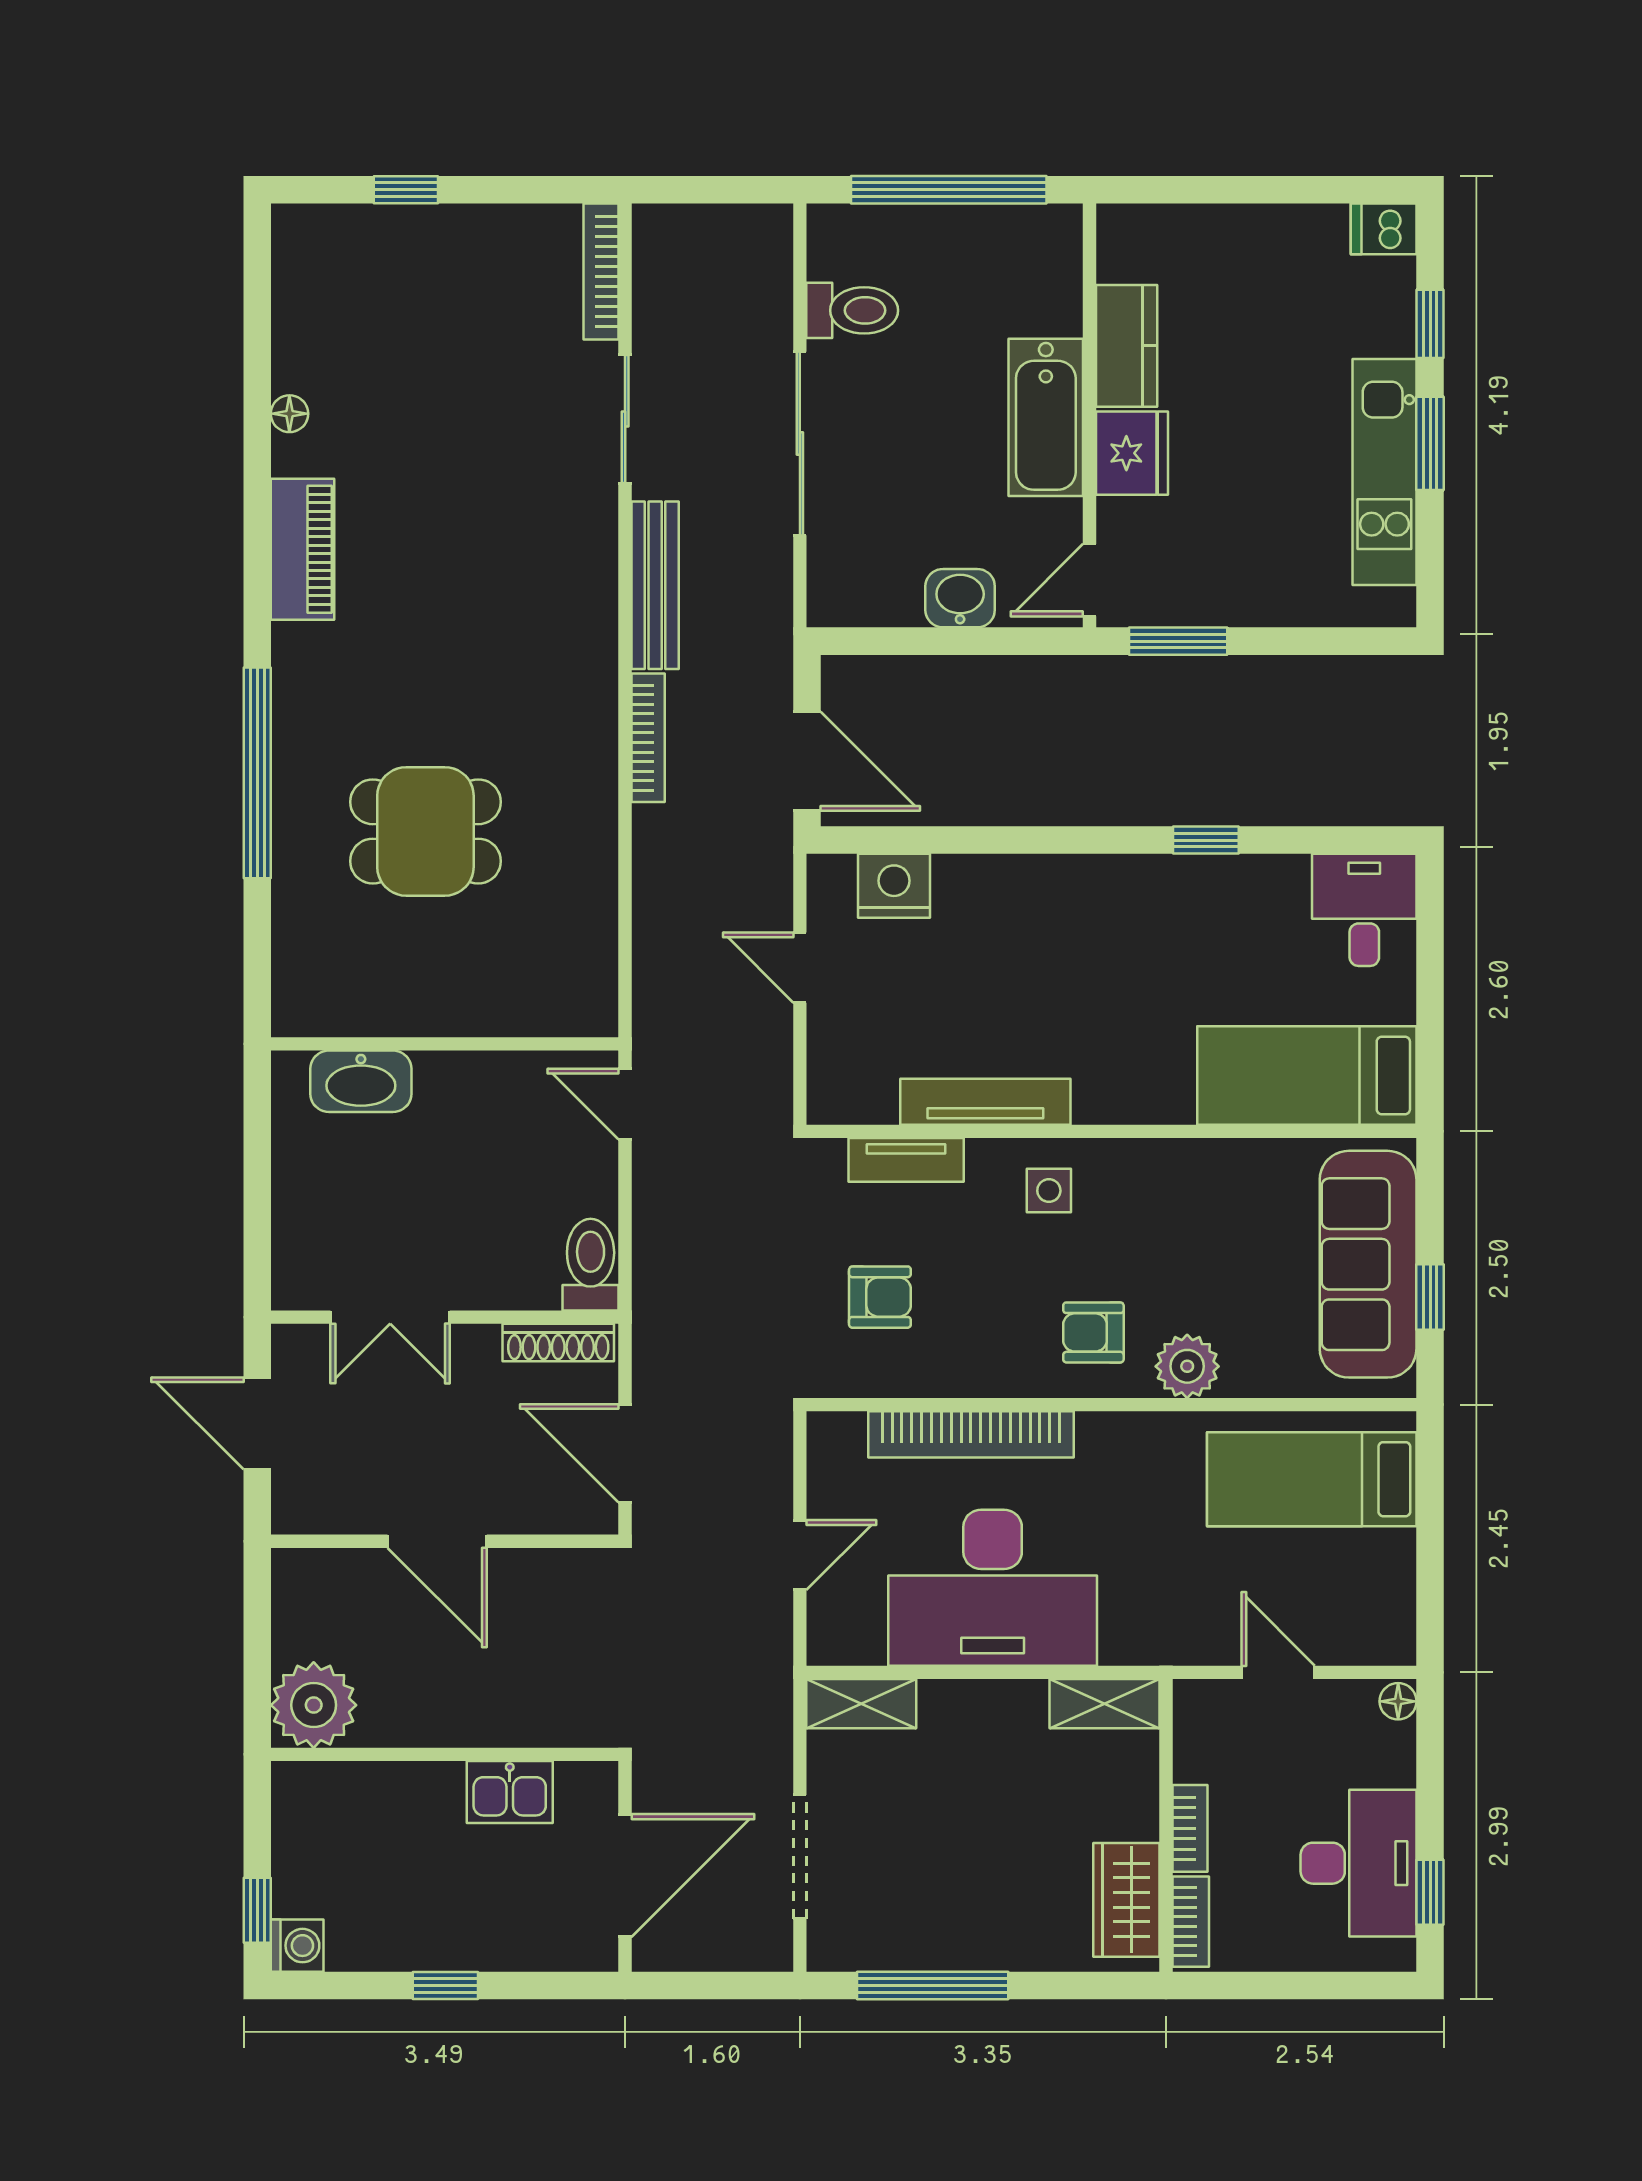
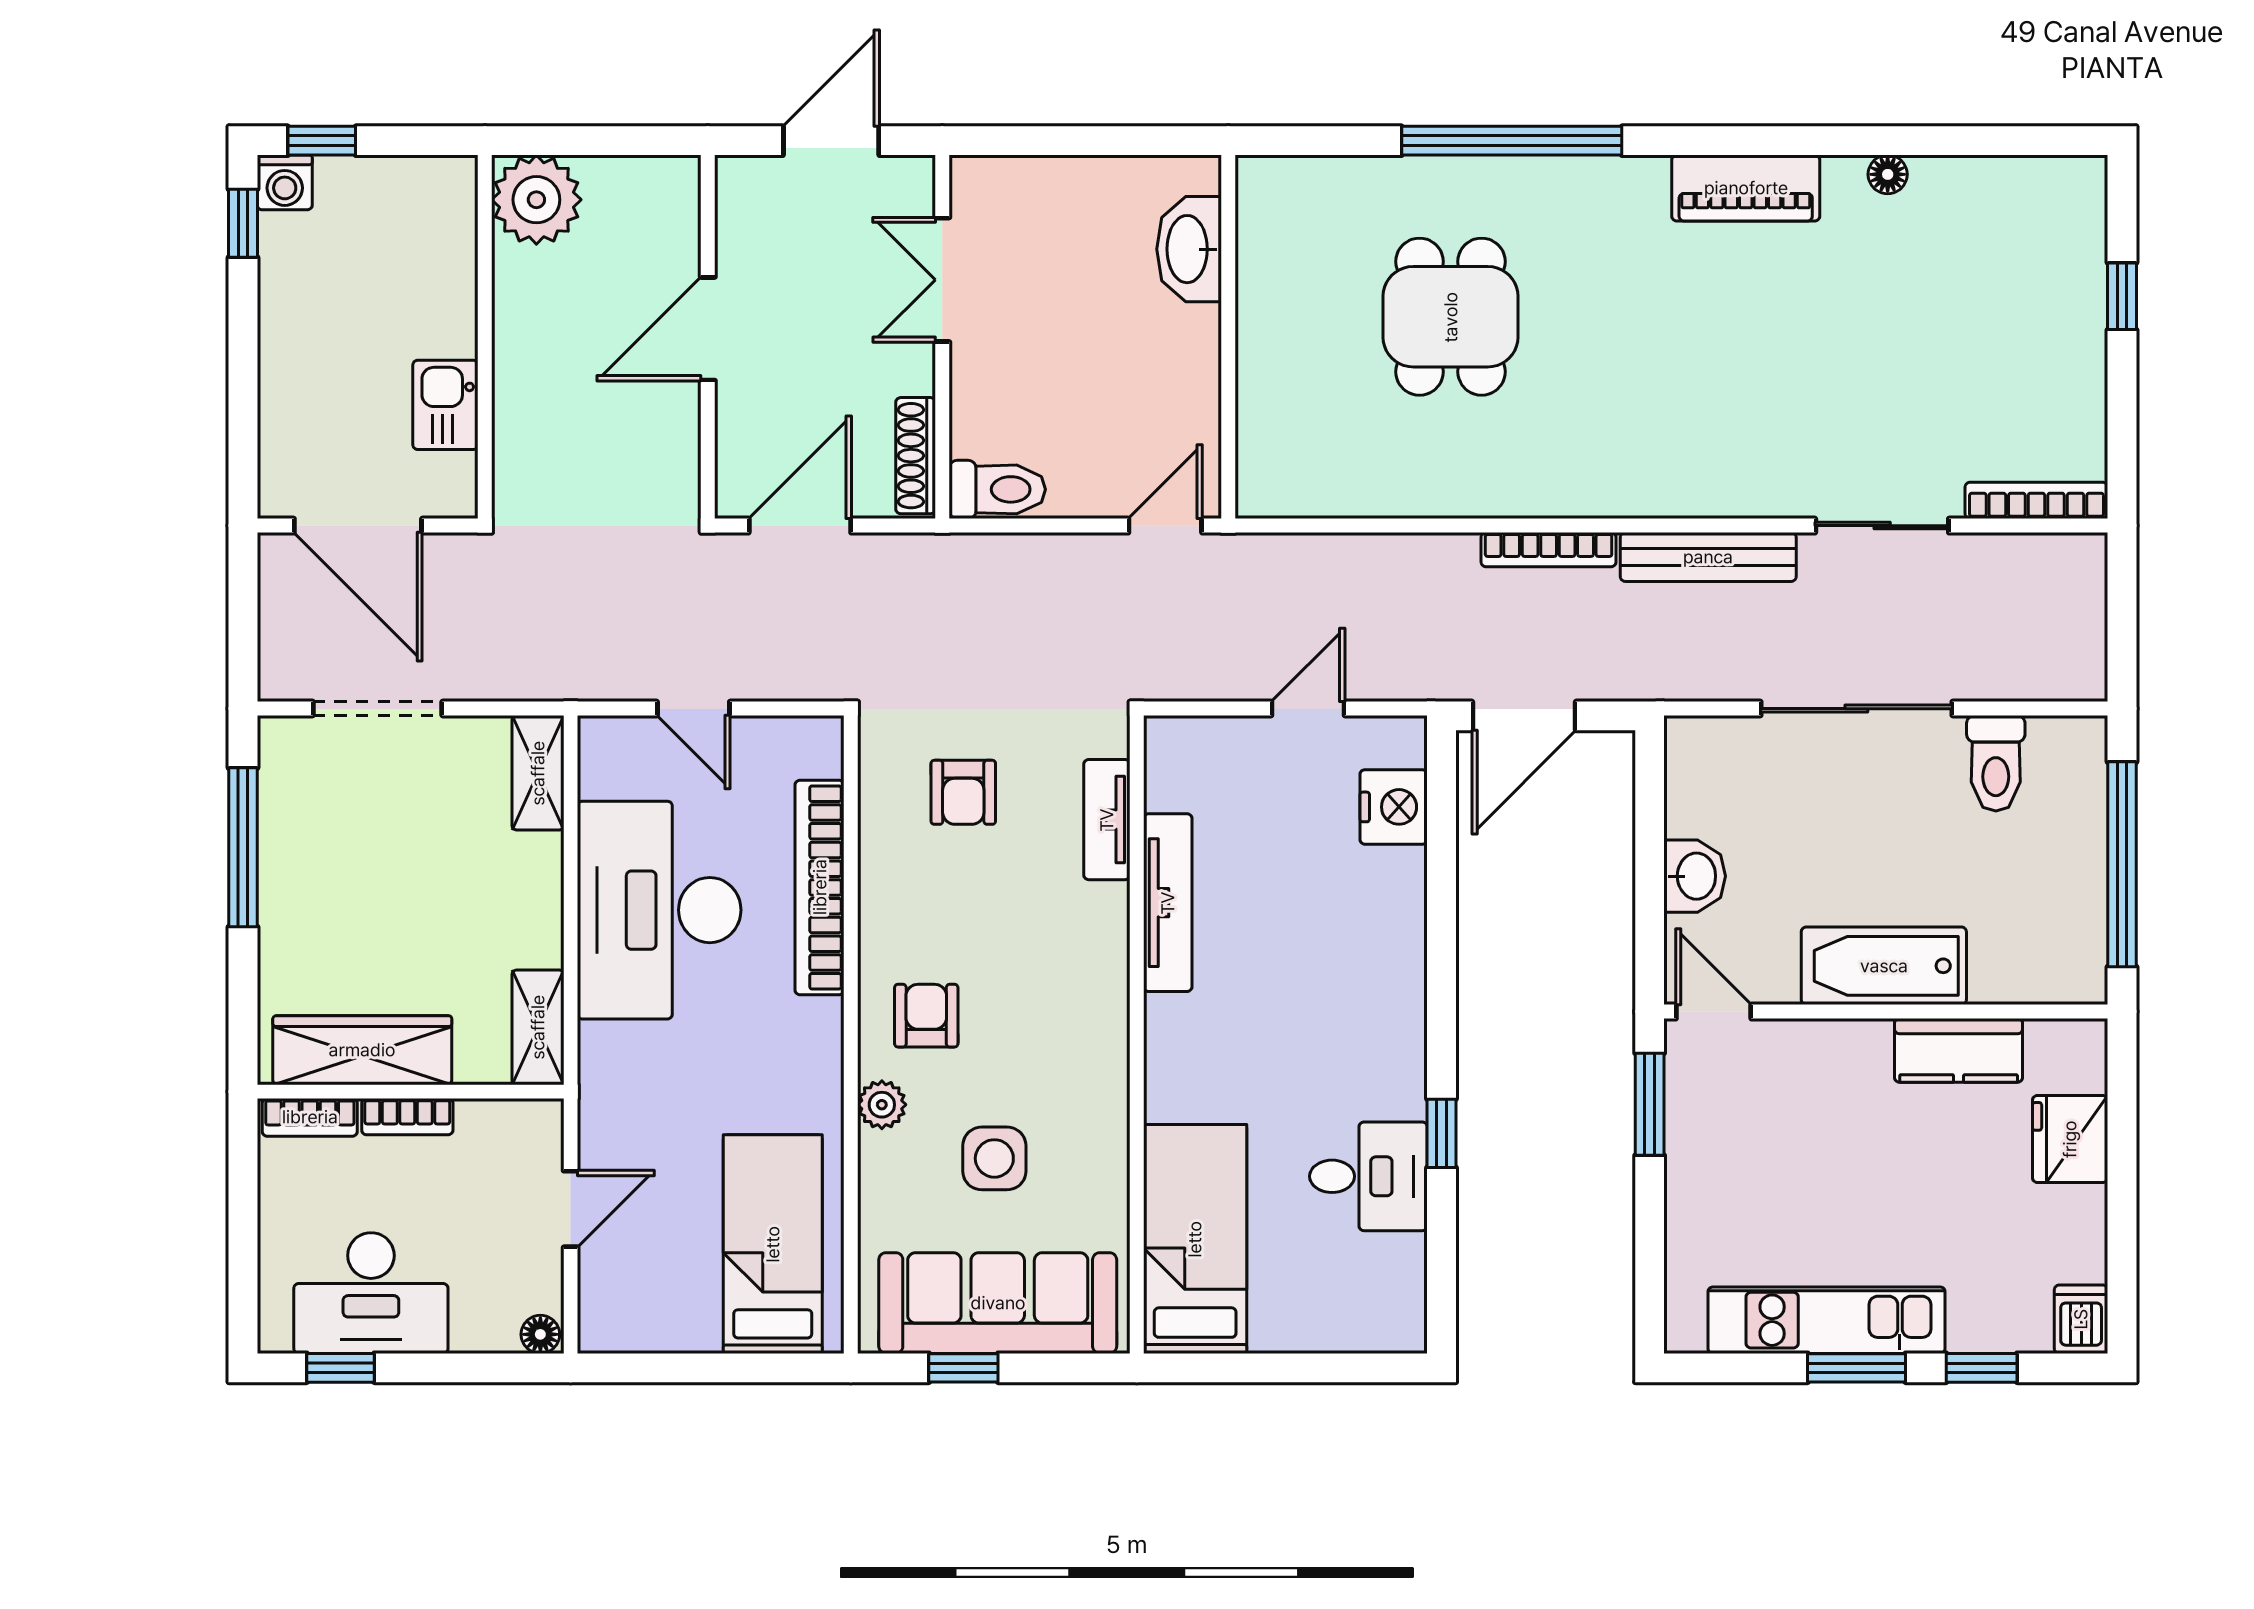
fridge: (1132, 453) -> (2070, 1139), moved, turned 90
desk: (1364, 910) -> (1368, 1176), moved
side table: (1049, 1191) -> (994, 1158), moved, width x1.37, depth x1.37
plant: (1187, 1366) -> (882, 1105), width x0.73, depth x0.73
wardrobe: (1126, 1900) -> (362, 1050), width x1.50
window: (445, 1985) -> (243, 223), moved

